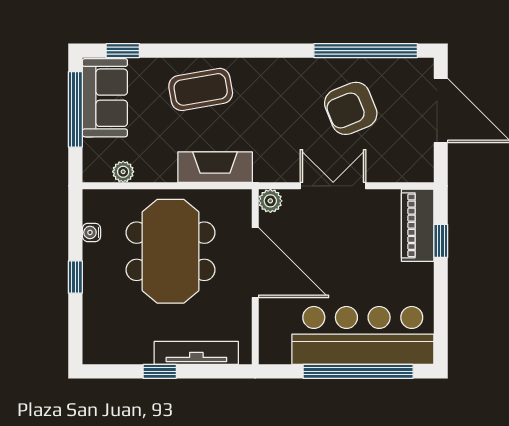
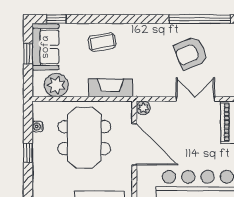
coffee table: (201, 89) -> (102, 42), width x0.73, depth x0.77
window: (75, 109) -> (28, 54), width x0.46
plant: (123, 172) -> (56, 85), width x1.87, depth x1.87
double door: (333, 186) -> (195, 99), moved

